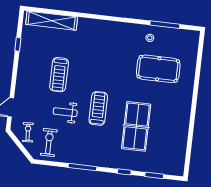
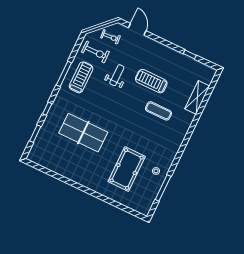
shelving: (52, 21) -> (197, 97), width x0.68
exercise mat: (87, 57) -> (159, 111), added
treadmill: (98, 108) -> (81, 77), moved, turned -90

